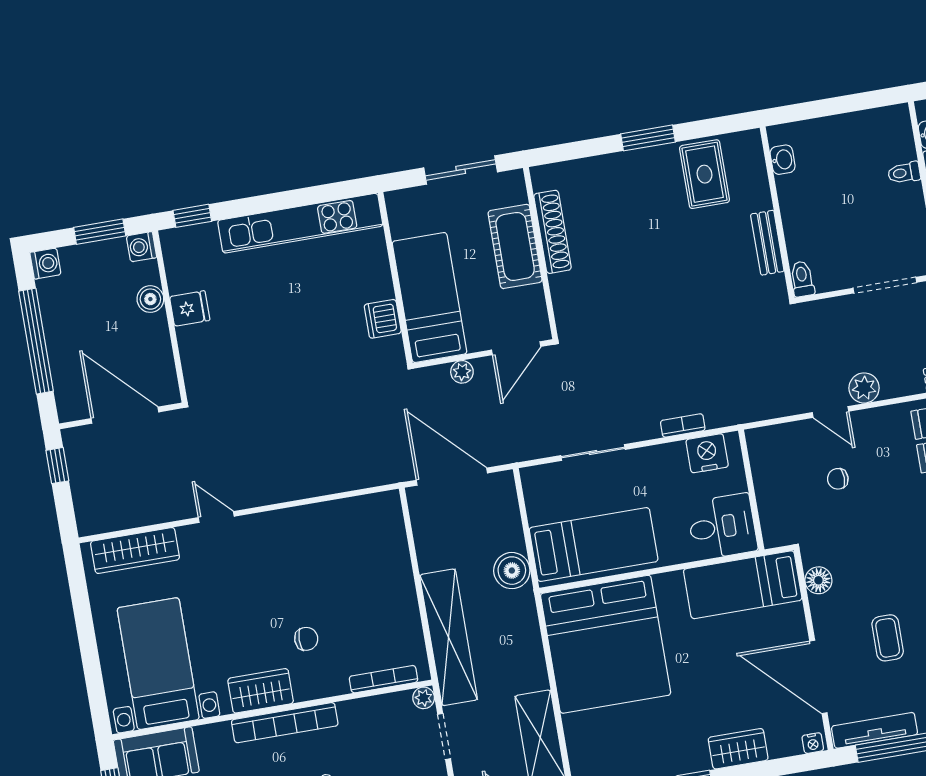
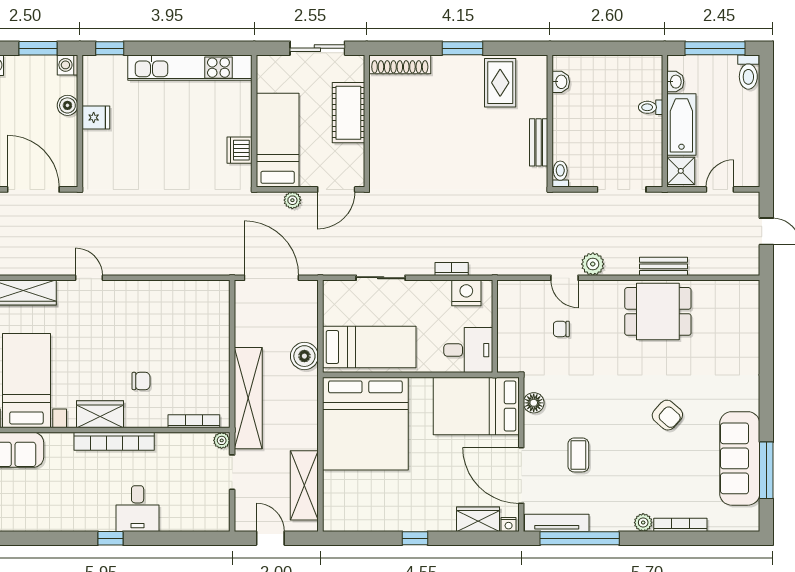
shoe rack: (552, 232) -> (400, 64), moved, turned 90
bed: (743, 585) -> (476, 406), width x1.50
wardrobe: (738, 749) -> (478, 519), moved

